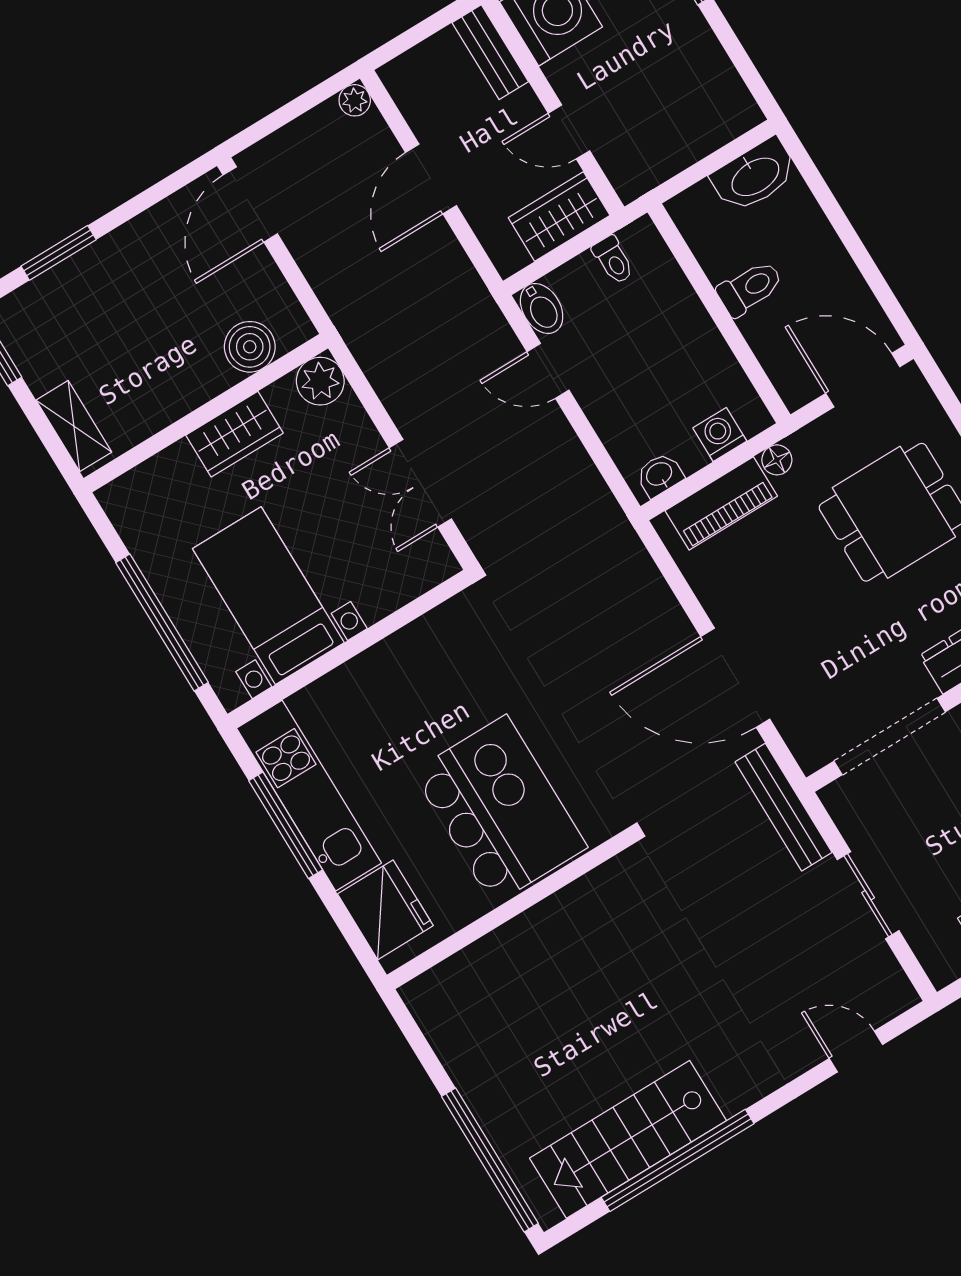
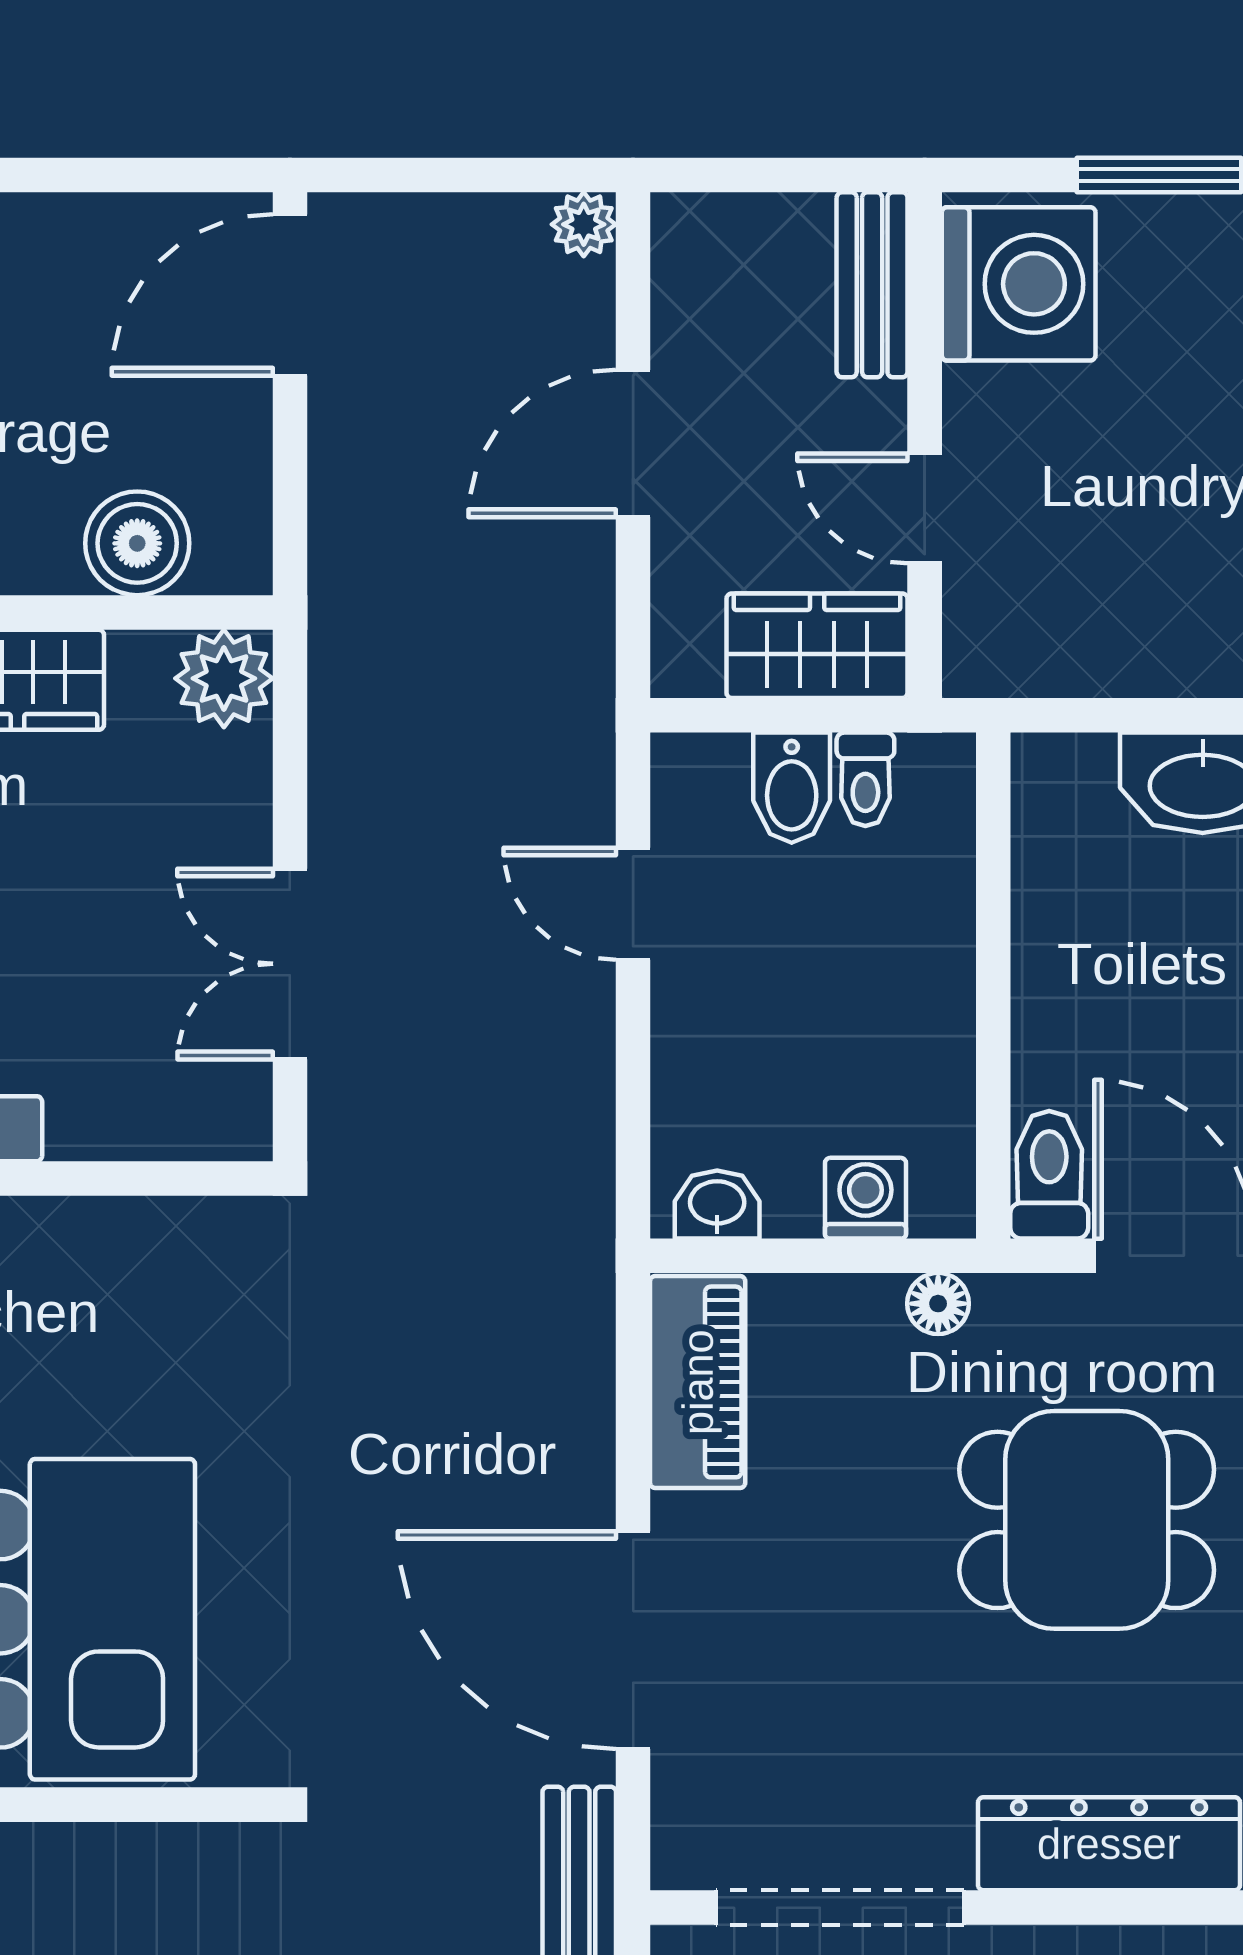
toilet: (750, 288) -> (1049, 1175), moved, turned -90
bidet: (542, 308) -> (792, 788), moved
piano: (721, 503) -> (698, 1382), moved, turned -90

